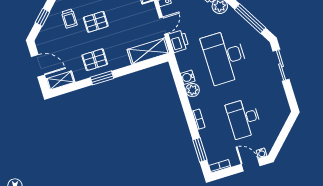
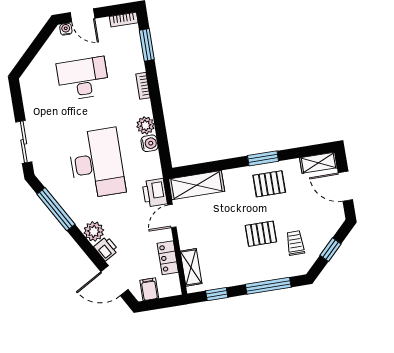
desk: (244, 118) -> (83, 78), turned -90

